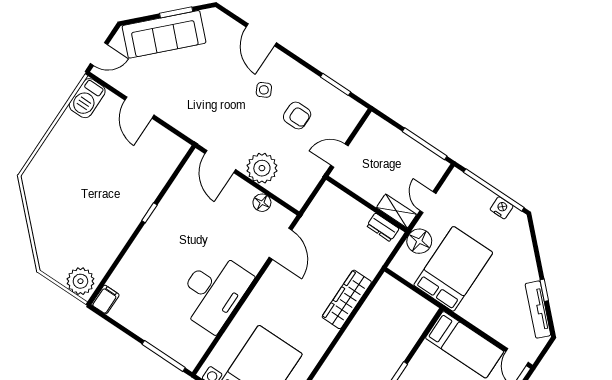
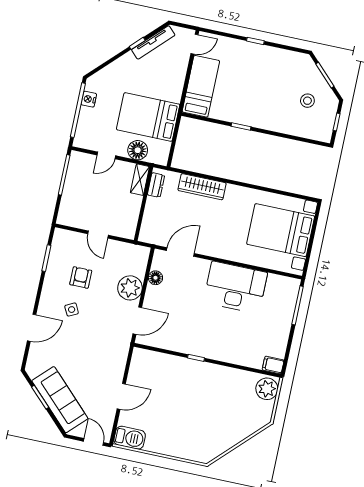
wall: (367, 204) -> (144, 204), moved
shelving: (397, 211) -> (140, 180), moved
dresser: (383, 227) -> (156, 185), moved

